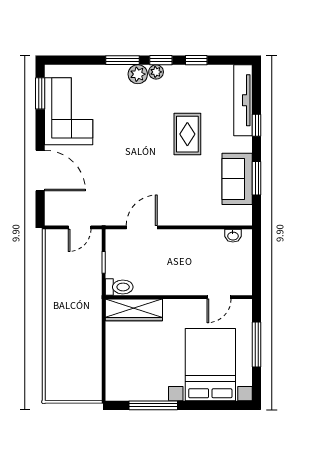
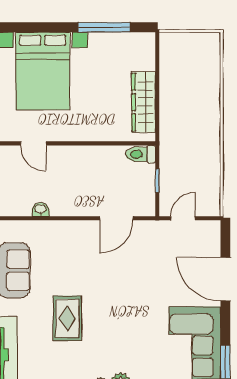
washbasin: (233, 236) -> (40, 209), moved
door: (219, 297) -> (33, 143), swing flipped
wardrobe: (134, 310) -> (144, 102), moved, turned -90

